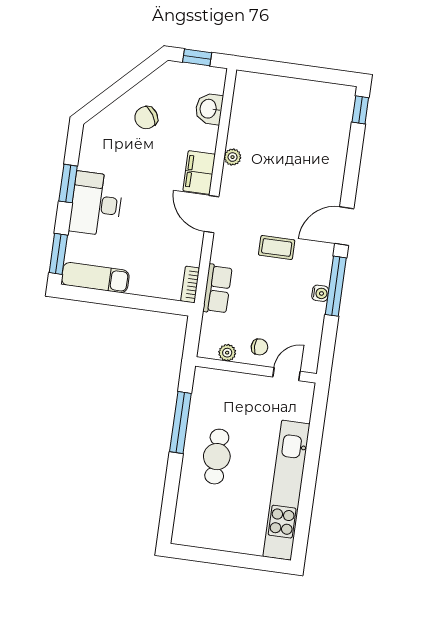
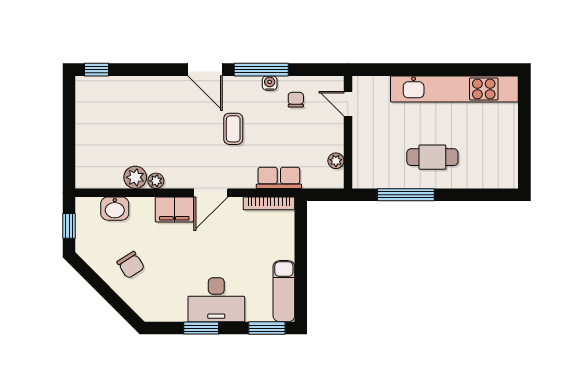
plant: (239, 135) -> (135, 177), added
bookcase: (190, 285) -> (269, 203), width x1.56
chair: (259, 347) -> (296, 100), moved

